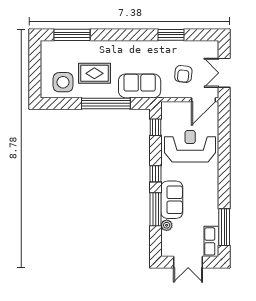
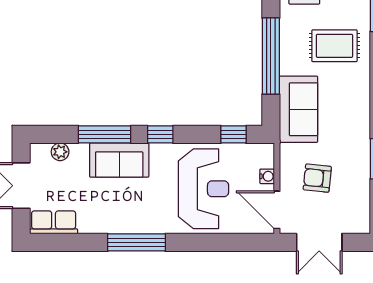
rug: (94, 73) -> (334, 46), moved, turned 90
double door: (224, 73) -> (319, 242), swing flipped
water cooler: (182, 106) -> (267, 176), added
plant: (167, 225) -> (60, 152), moved
window: (224, 227) -> (137, 242), moved

